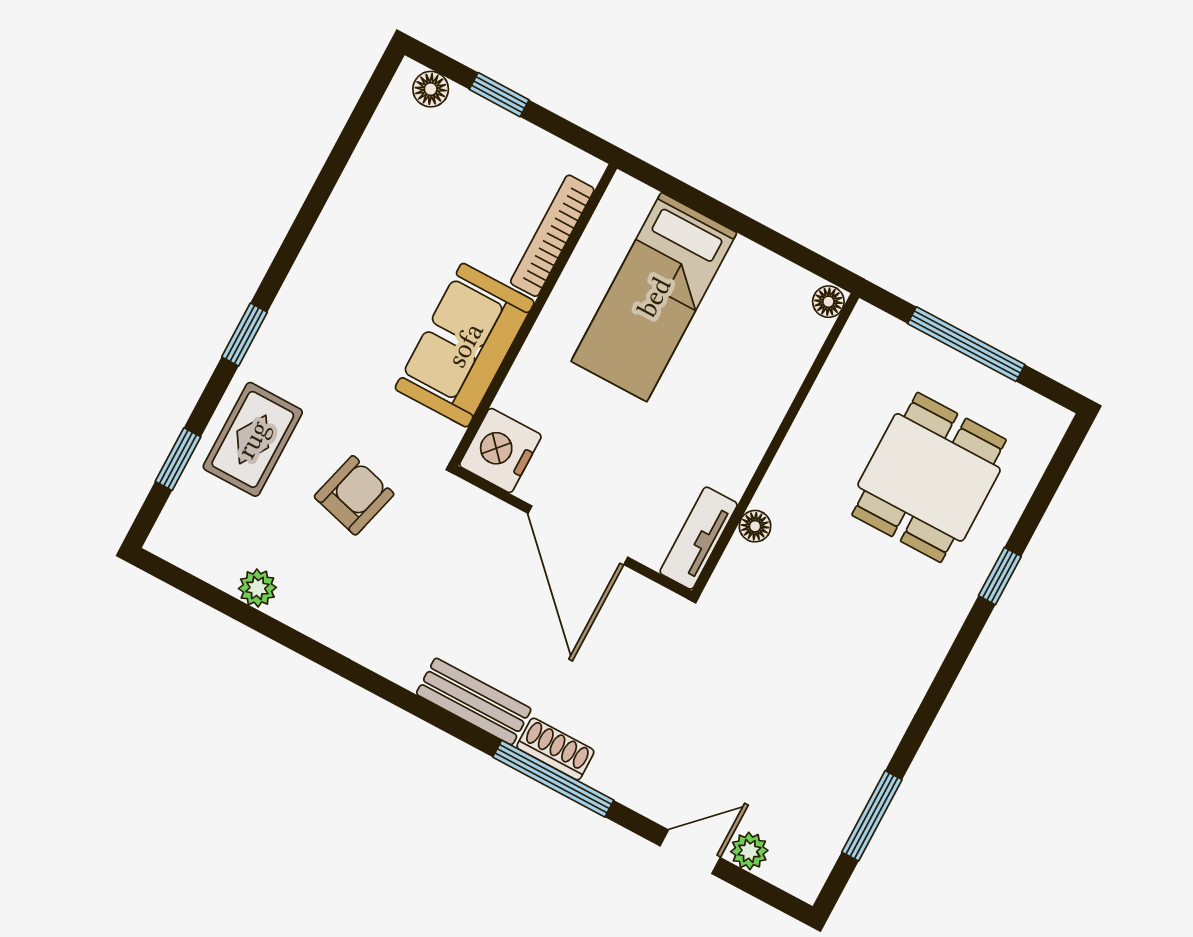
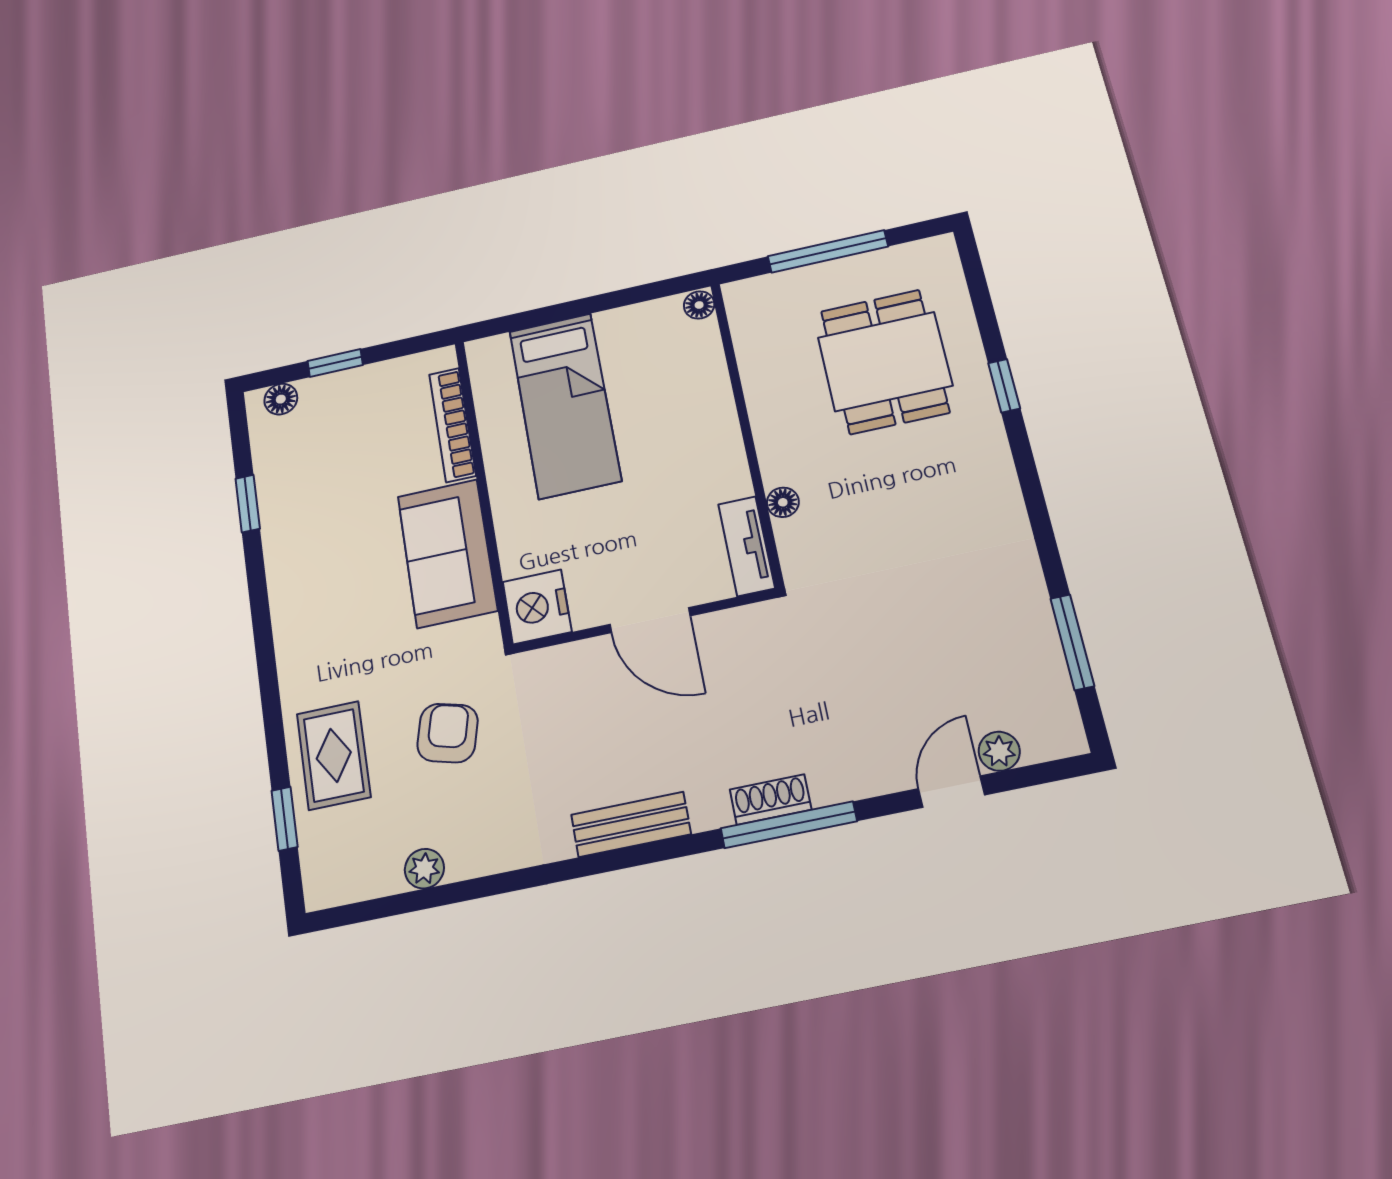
window: (245, 335) -> (248, 504), moved
door: (578, 535) -> (650, 620), width x0.73
bench: (474, 701) -> (631, 824), moved

